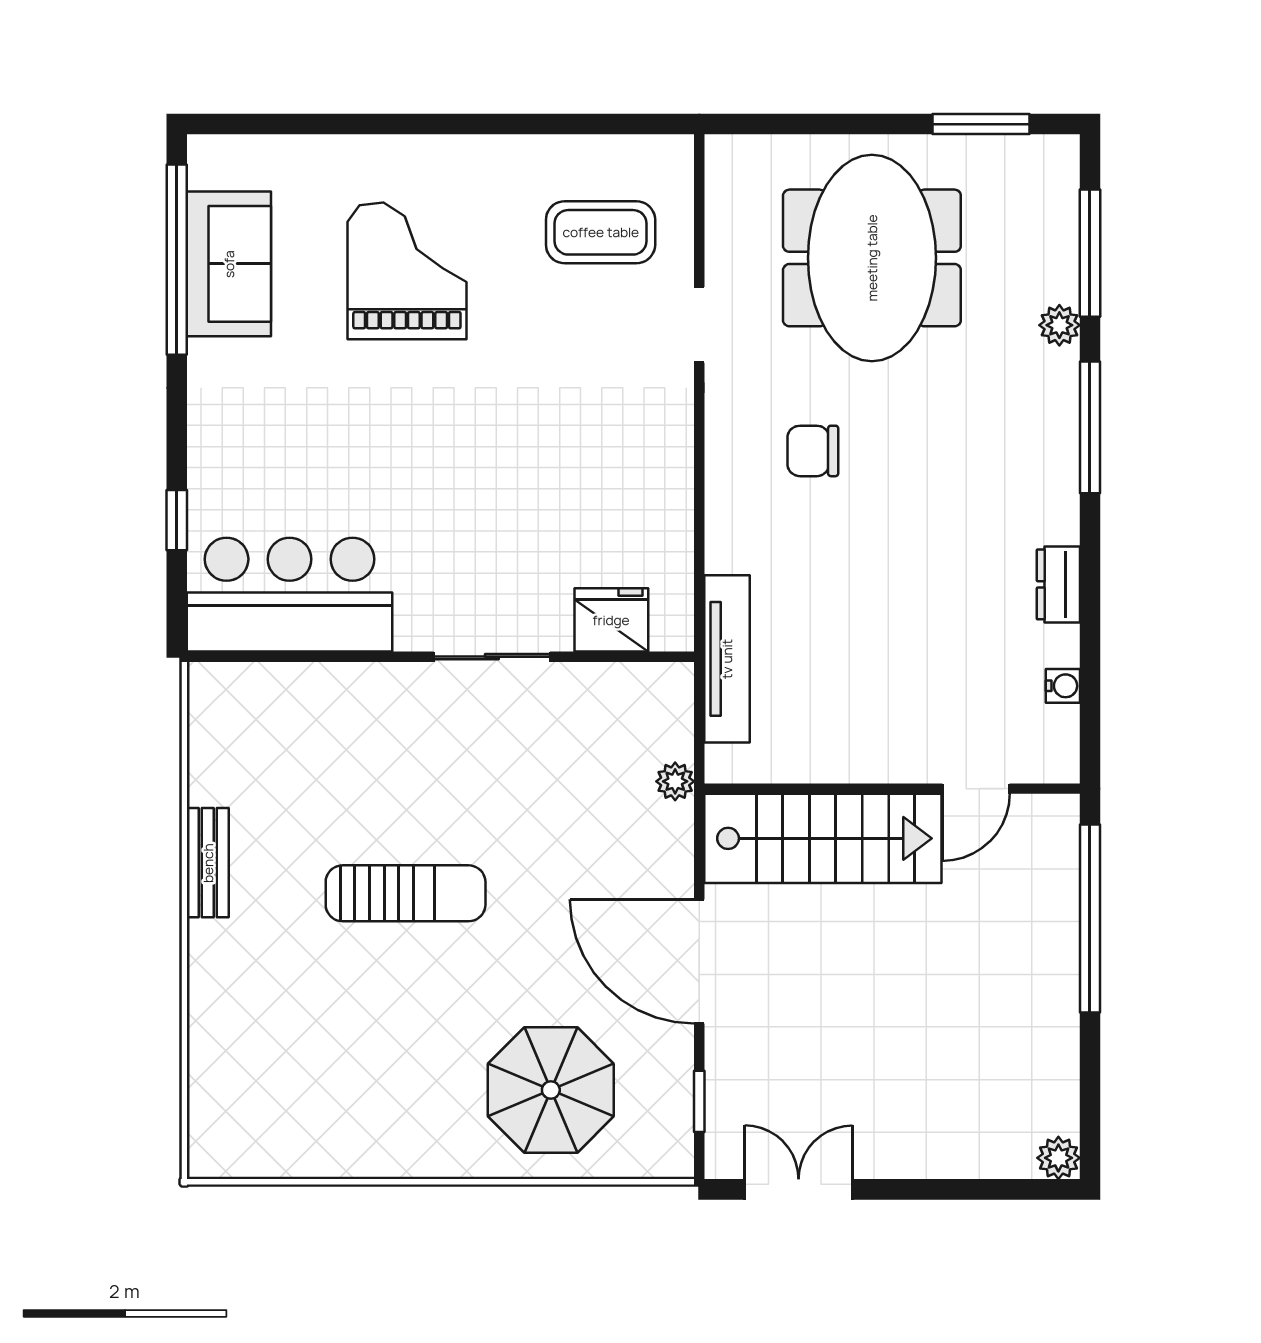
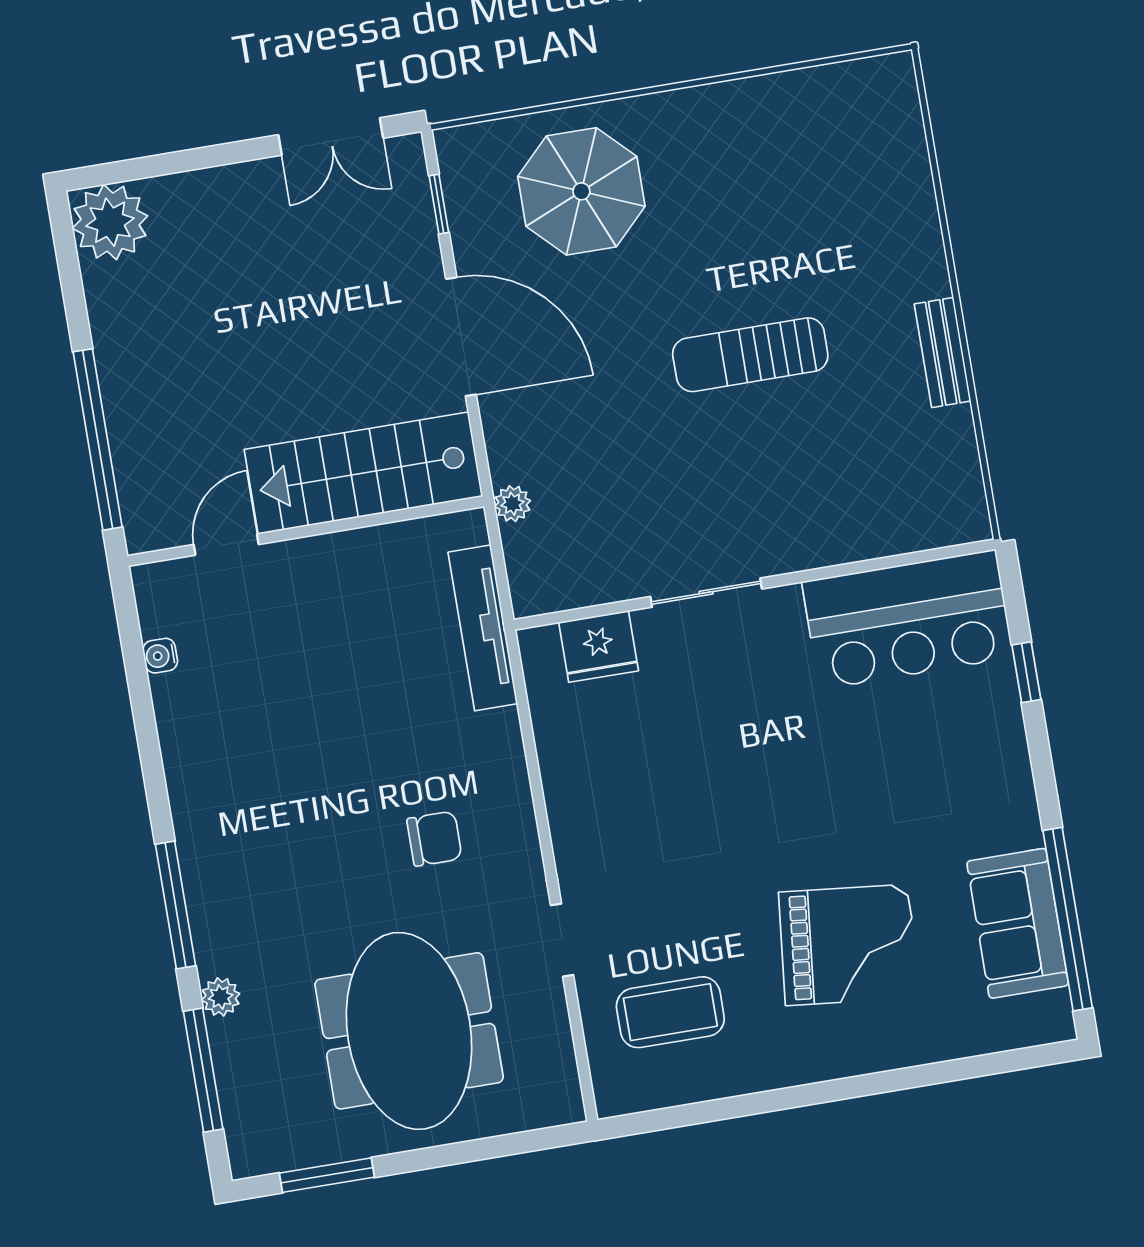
grand piano: (407, 271) -> (848, 945), turned -84
dresser: (1058, 584) -> (181, 751), removed
plant: (1058, 1158) -> (110, 222), width x1.88, depth x1.88

